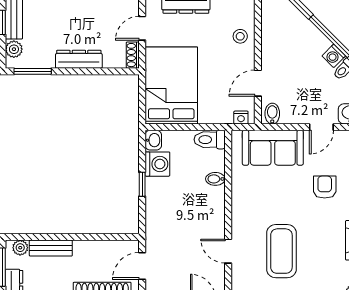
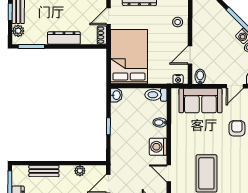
washing machine: (157, 164) -> (158, 147), moved, turned 180
plant: (20, 248) -> (80, 171), moved

